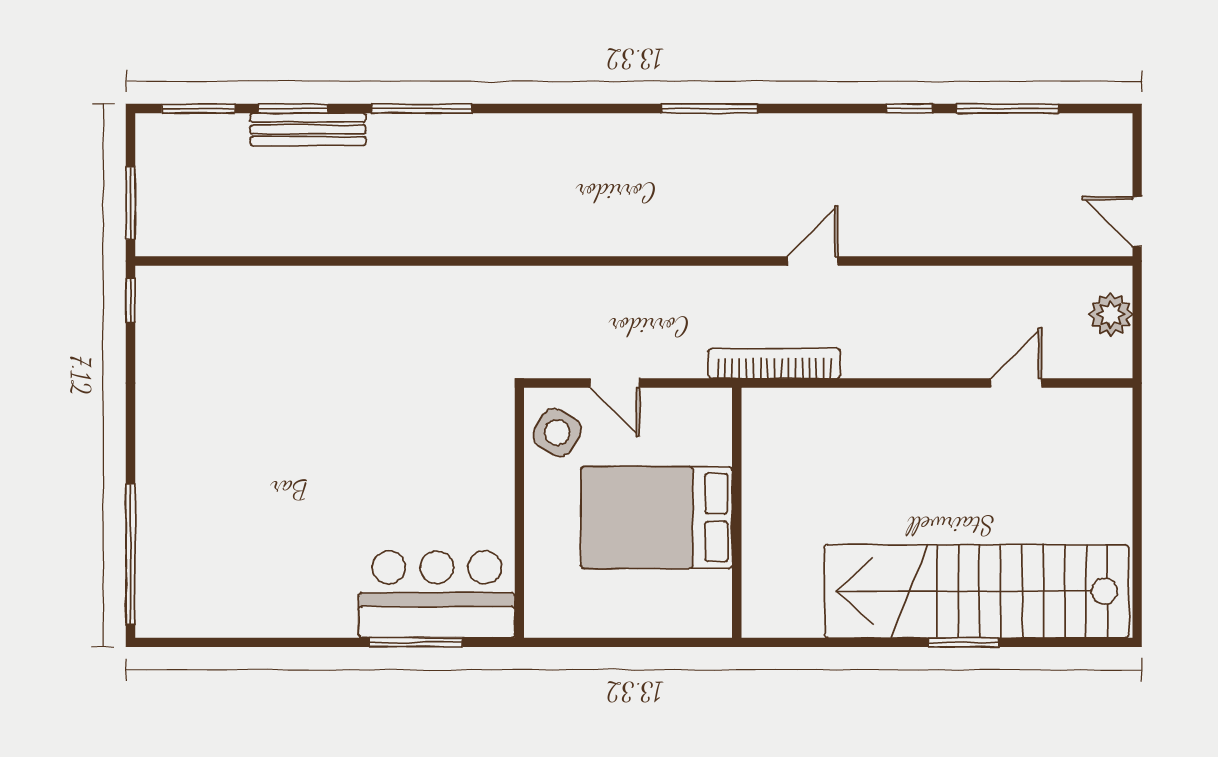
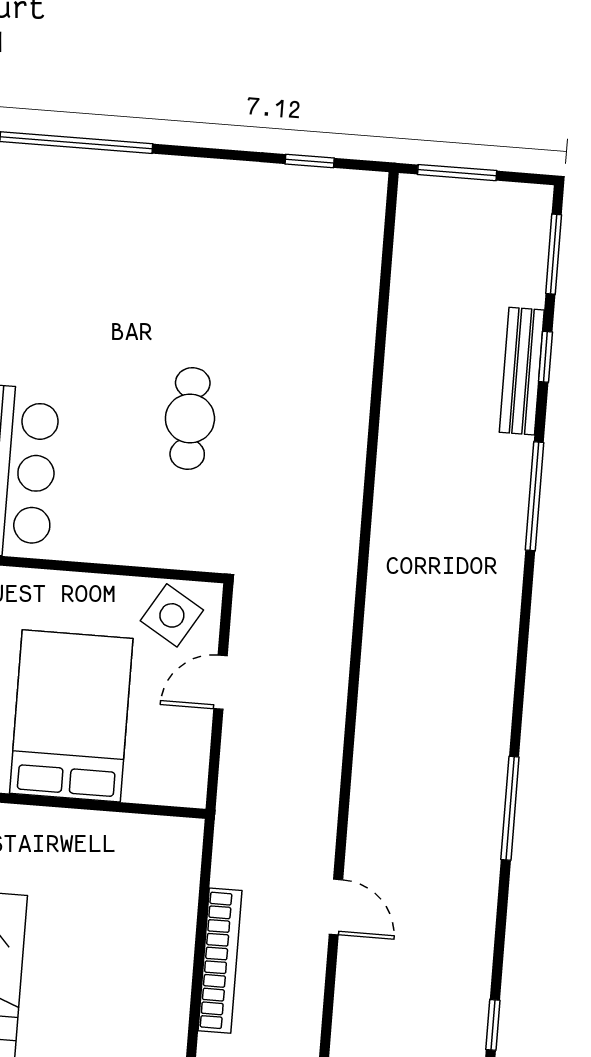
window: (293, 109) -> (545, 357), width x0.67
window: (131, 300) -> (310, 161), moved
bookcase: (774, 364) -> (220, 961), moved
cafe table: (375, 430) -> (190, 419), added

